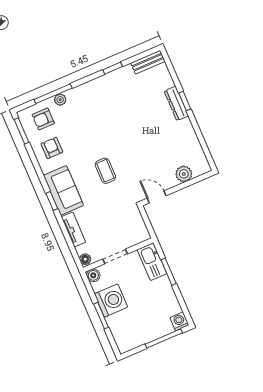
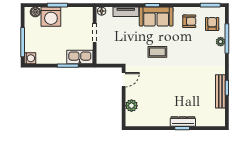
bench: (148, 62) -> (220, 91), moved, width x1.36
boiler: (93, 275) -> (35, 12), moved
washing machine: (111, 300) -> (51, 17), moved

